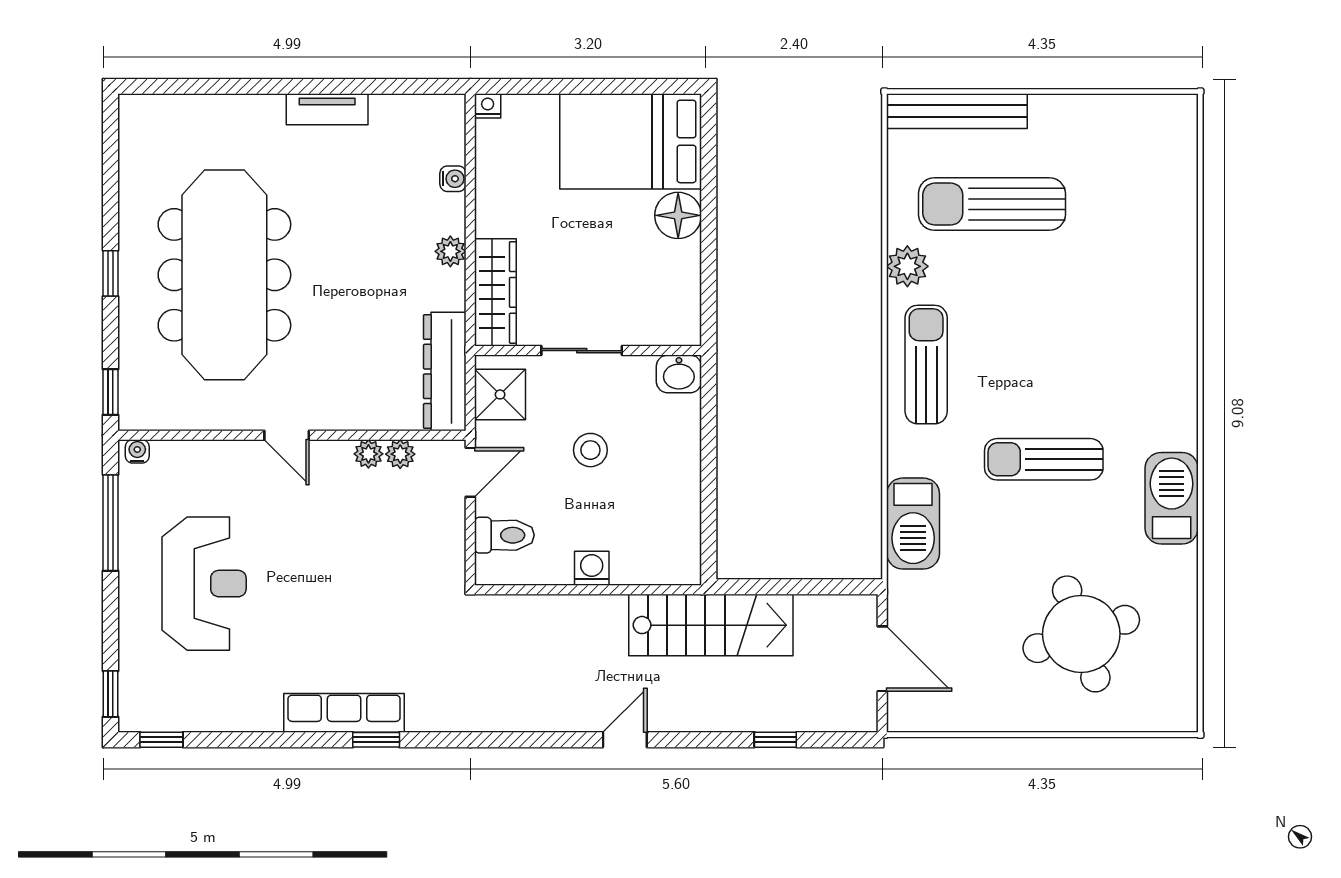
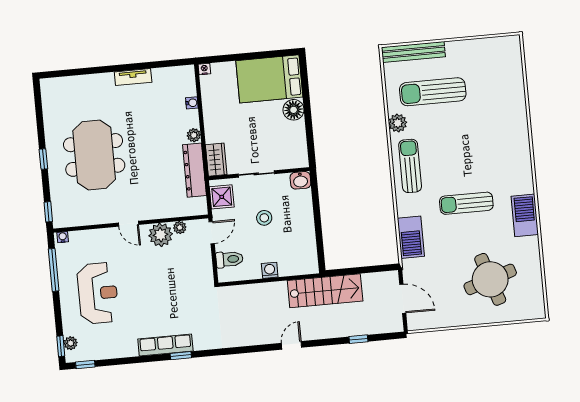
meeting table: (224, 275) -> (94, 155), width x0.73
wardrobe: (495, 292) -> (216, 160), width x0.67
dresser: (445, 371) -> (194, 170), moved
plant: (368, 454) -> (161, 235), width x1.87, depth x1.87
plant: (133, 689) -> (71, 343), added

